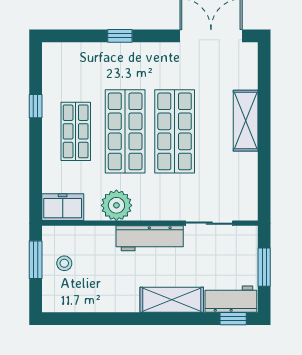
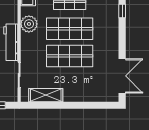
window: (120, 36) -> (122, 11), moved
shelving: (246, 121) -> (46, 95), moved

